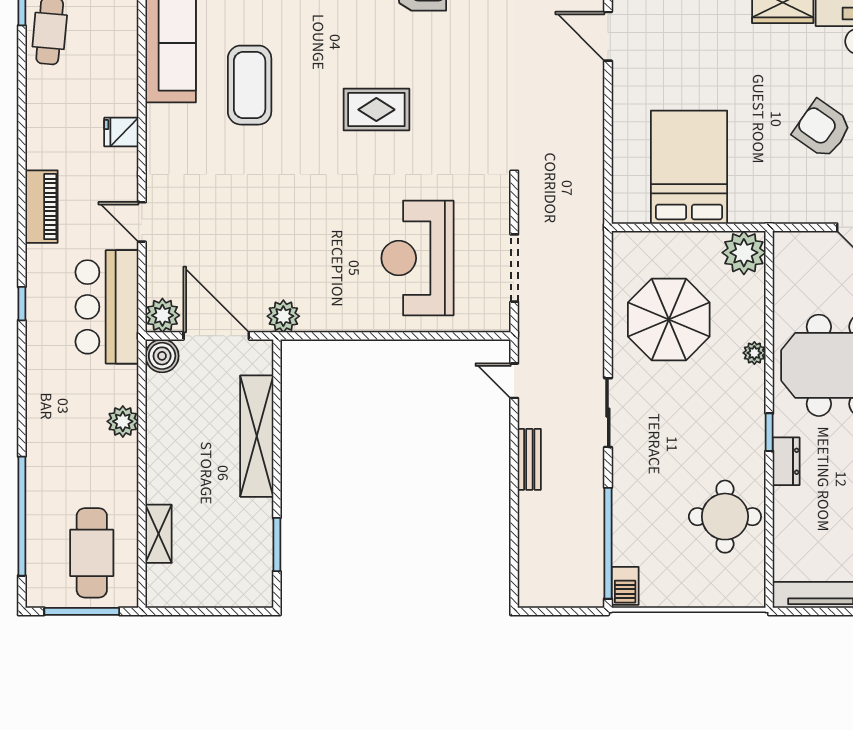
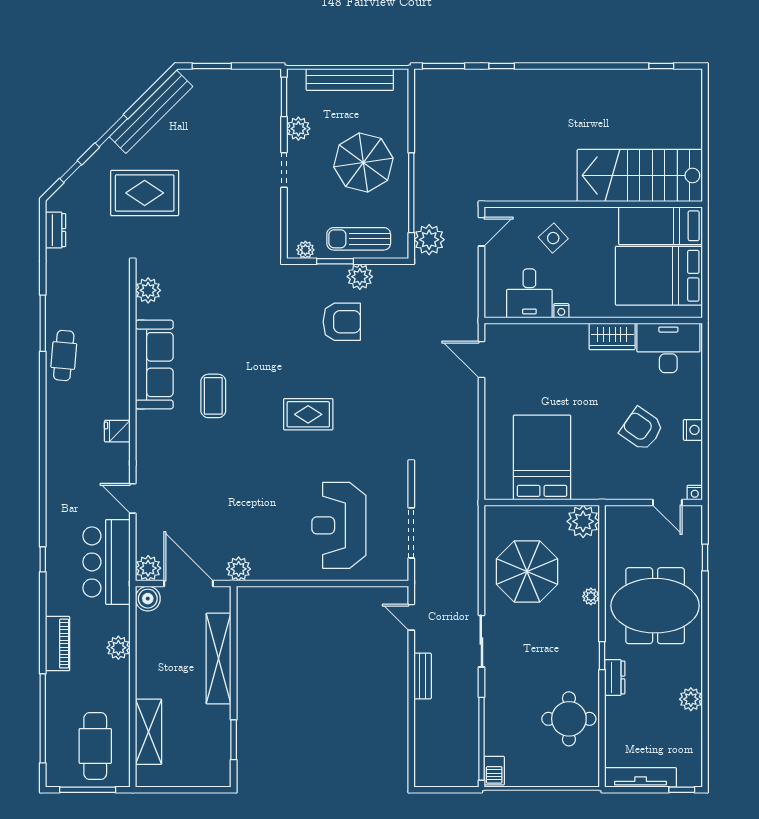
coffee table: (250, 85) -> (213, 396), width x0.73, depth x0.76
piano: (41, 207) -> (58, 644), moved
shelving: (159, 534) -> (148, 732), width x1.50, depth x1.33

